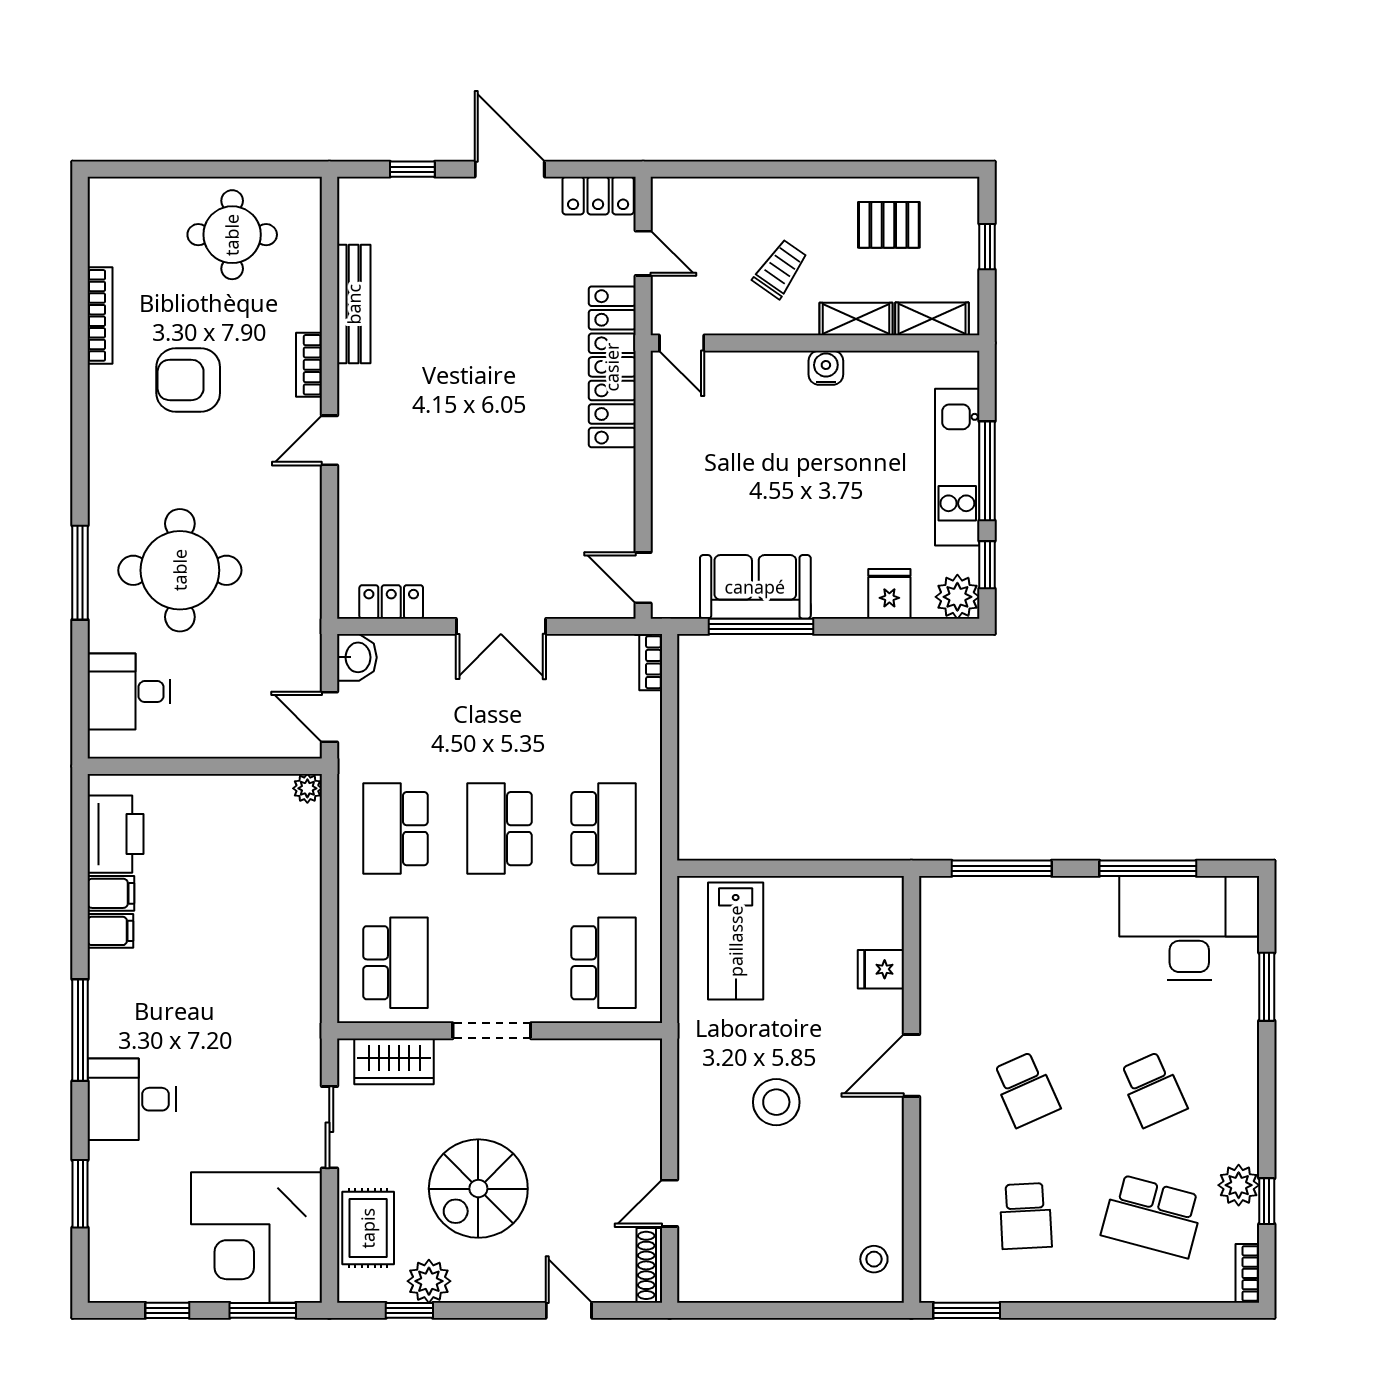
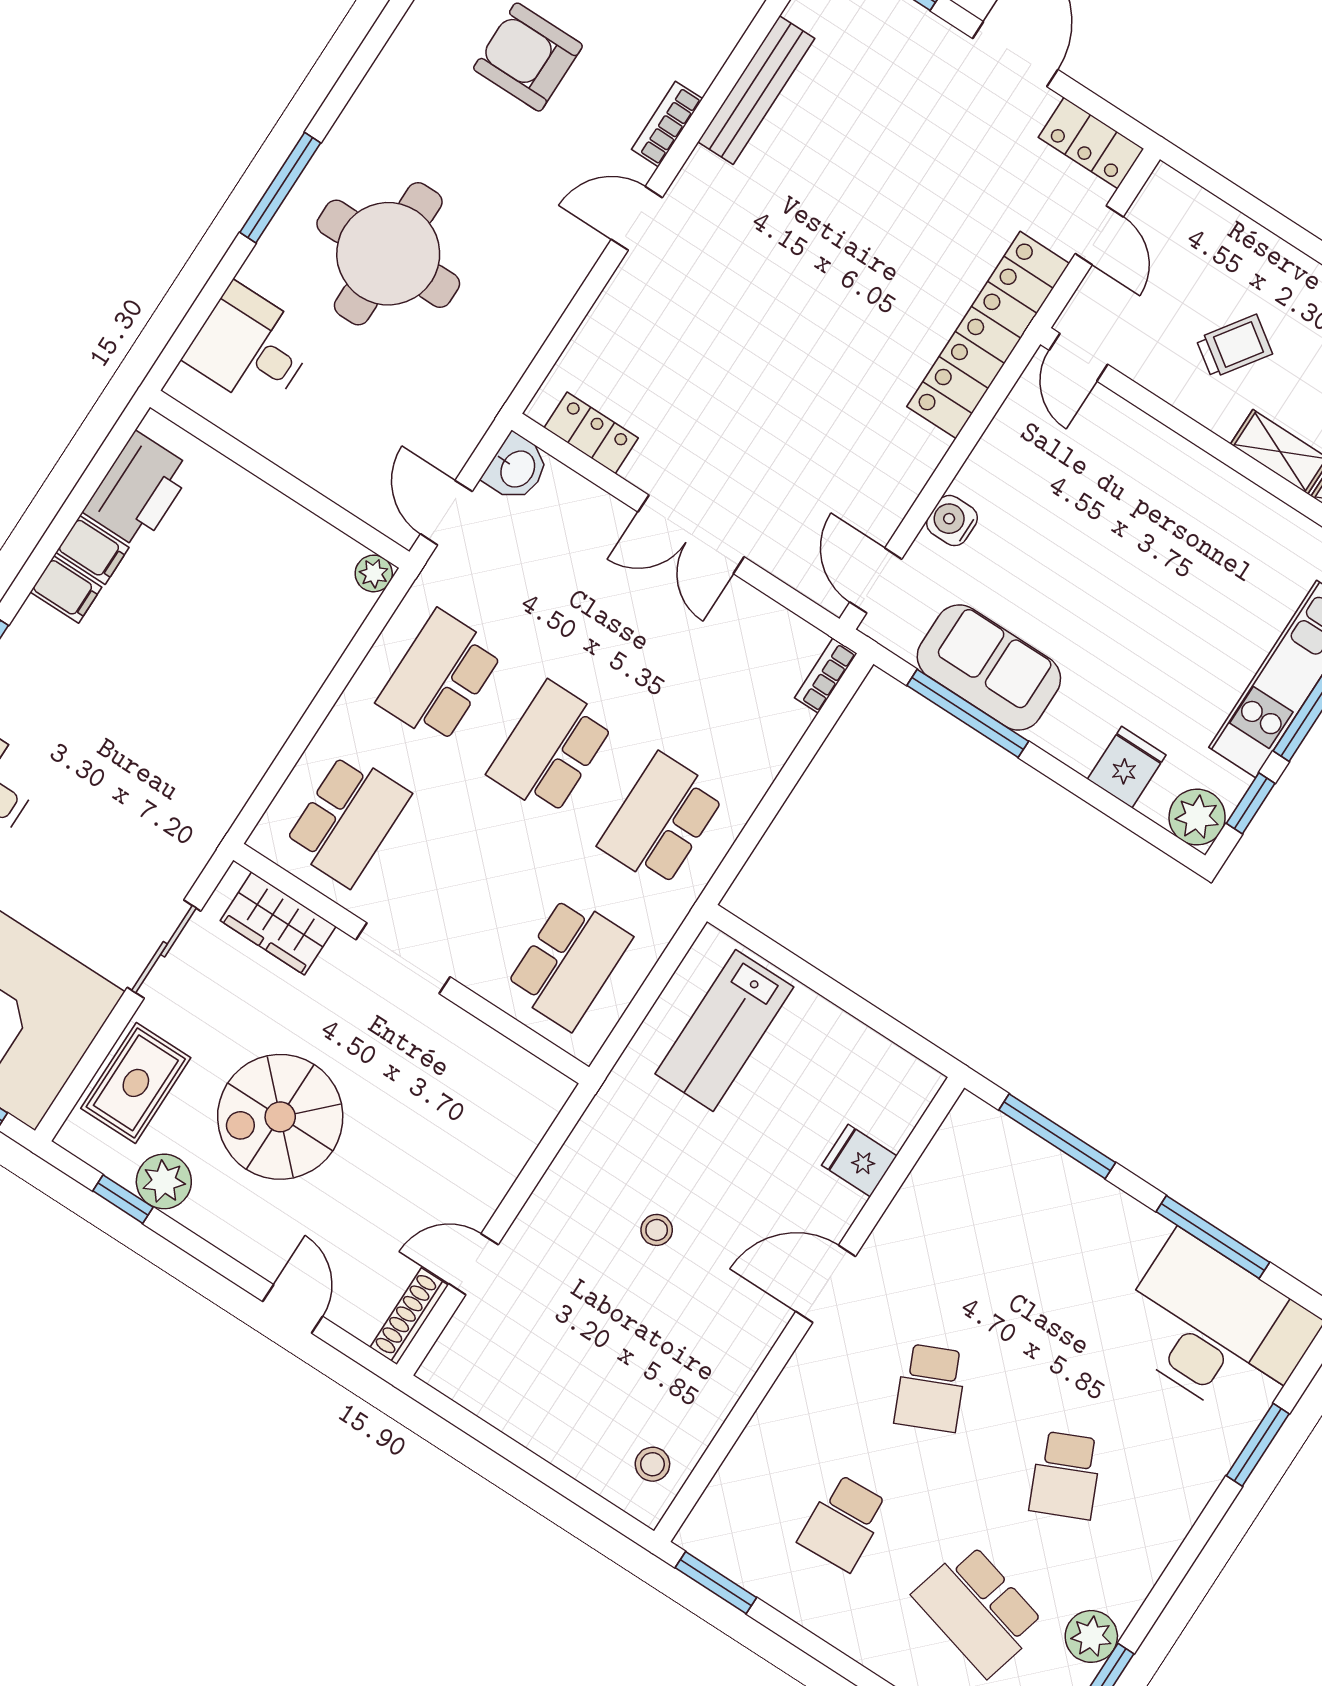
water cooler: (826, 368) -> (952, 521), moved, turned -90
school desk: (604, 829) -> (661, 820), turned 180
stool: (776, 1102) -> (657, 1230), width x0.53, depth x0.53

